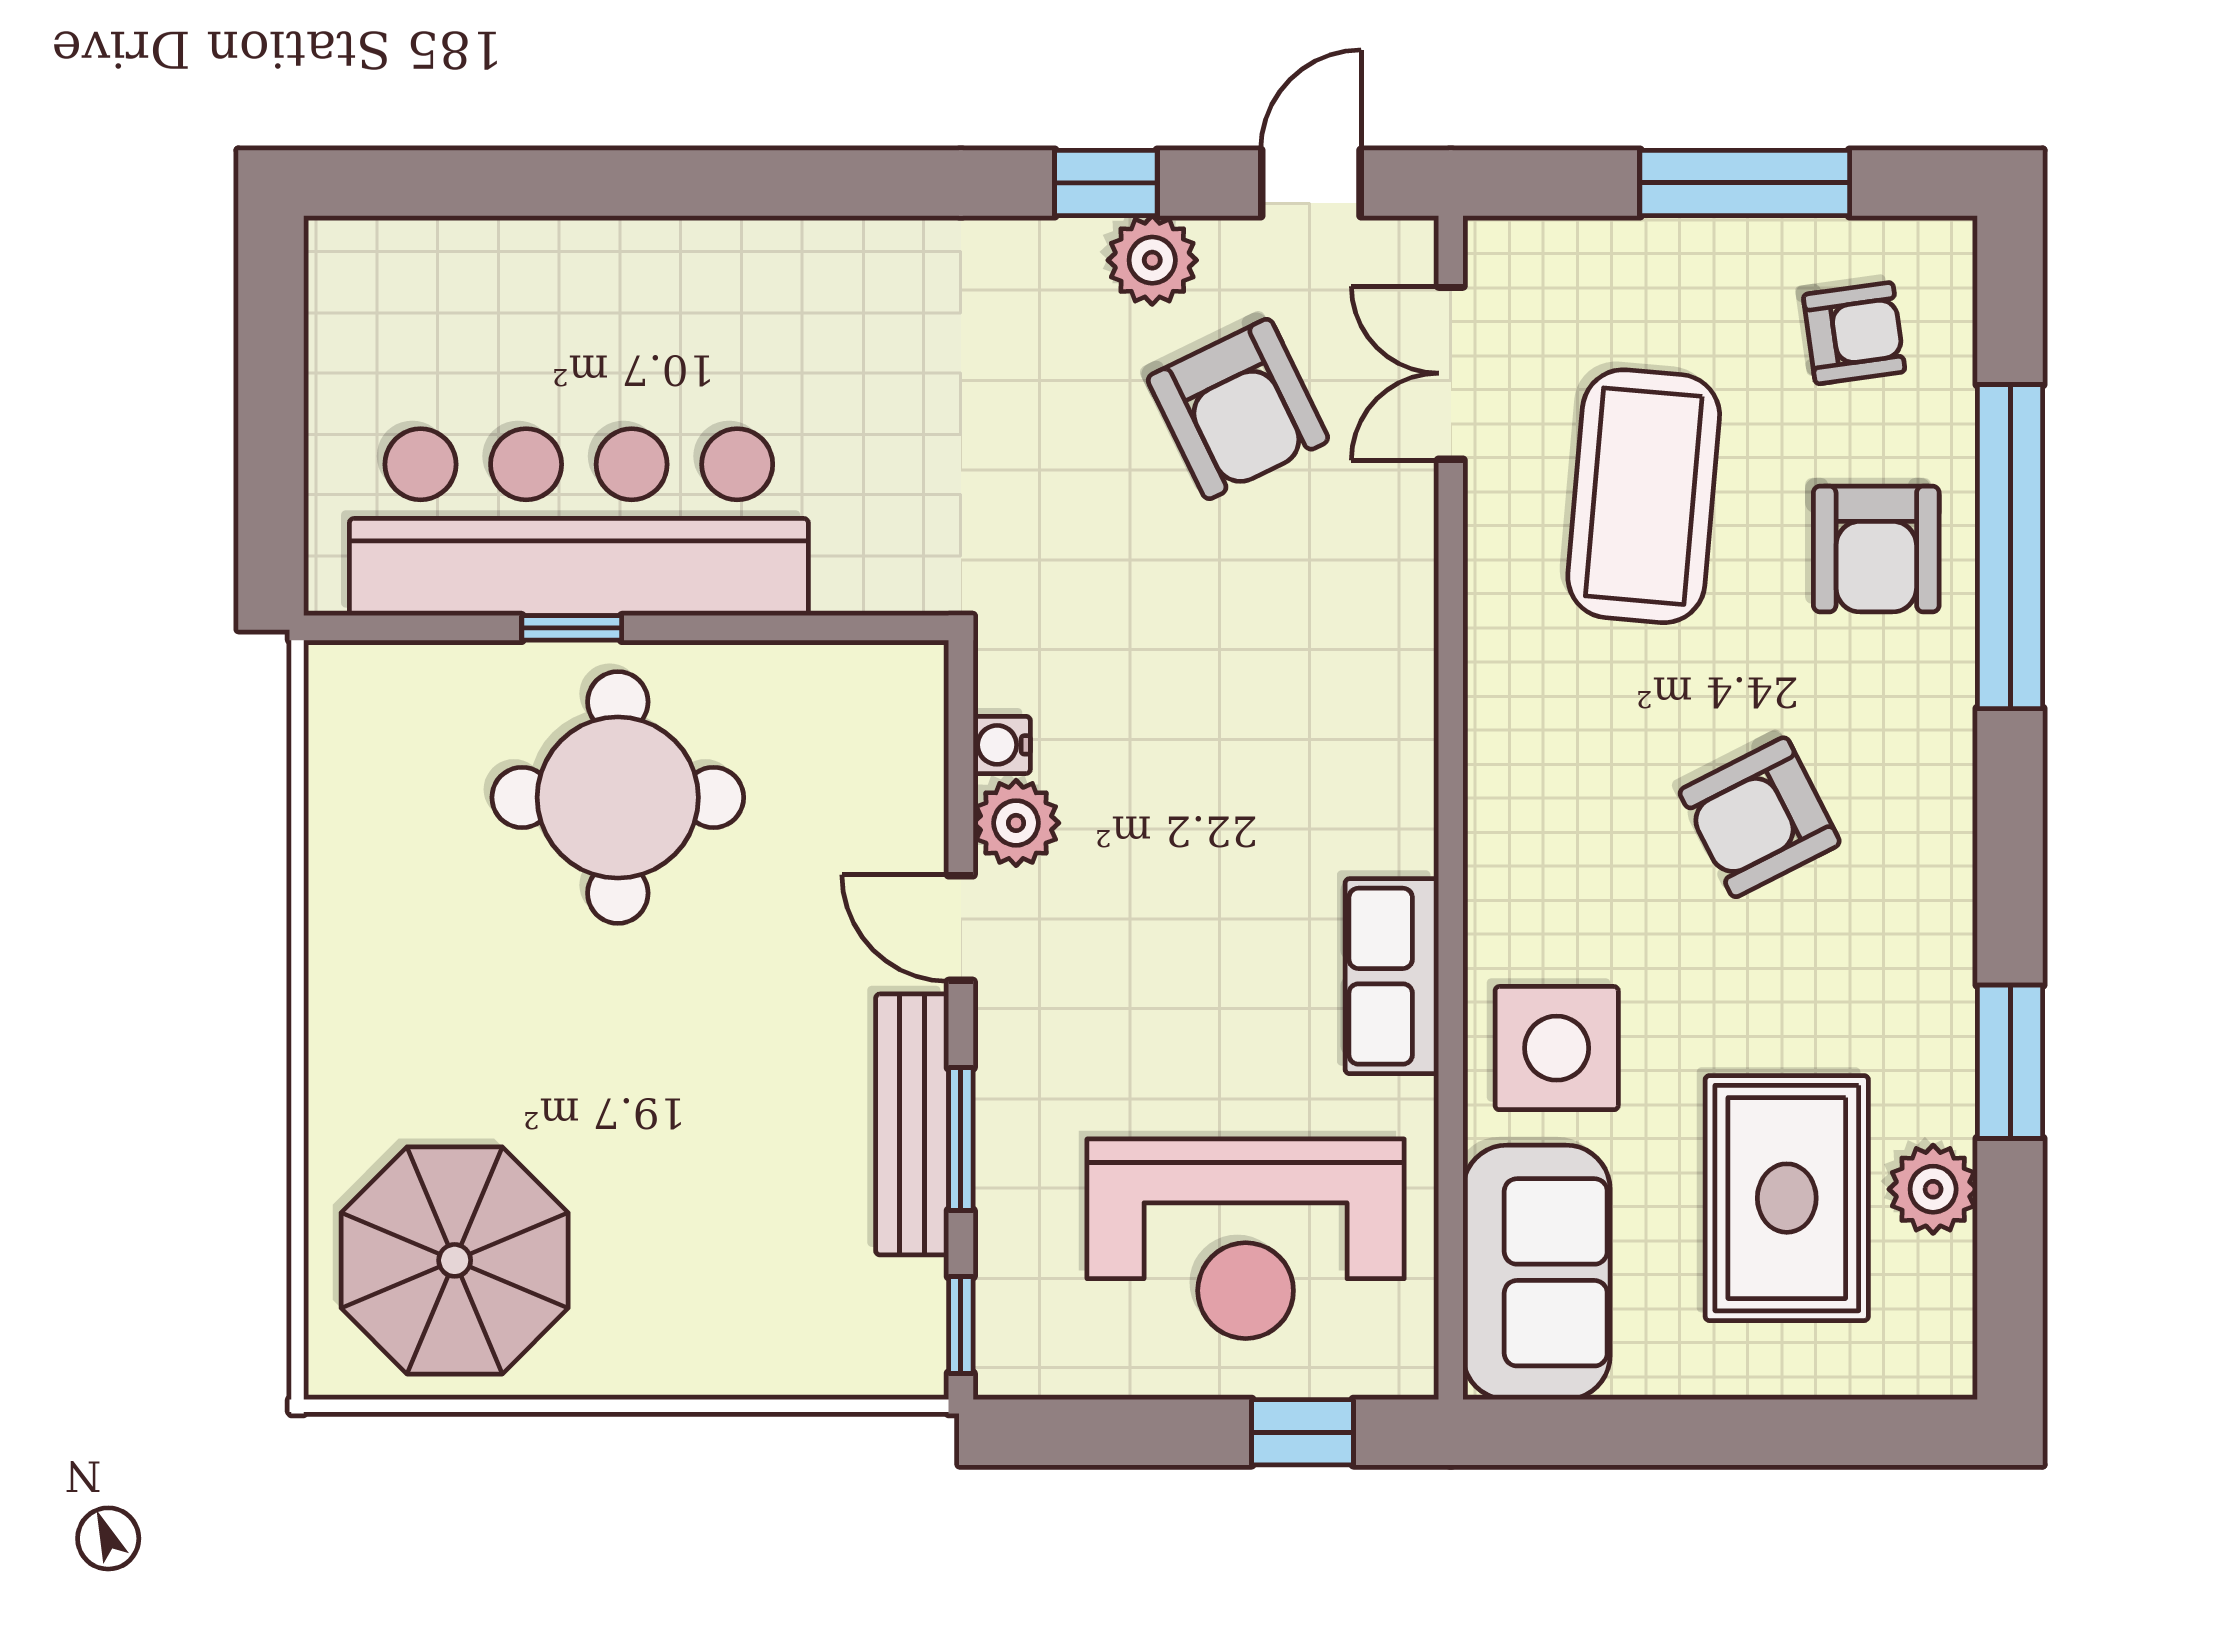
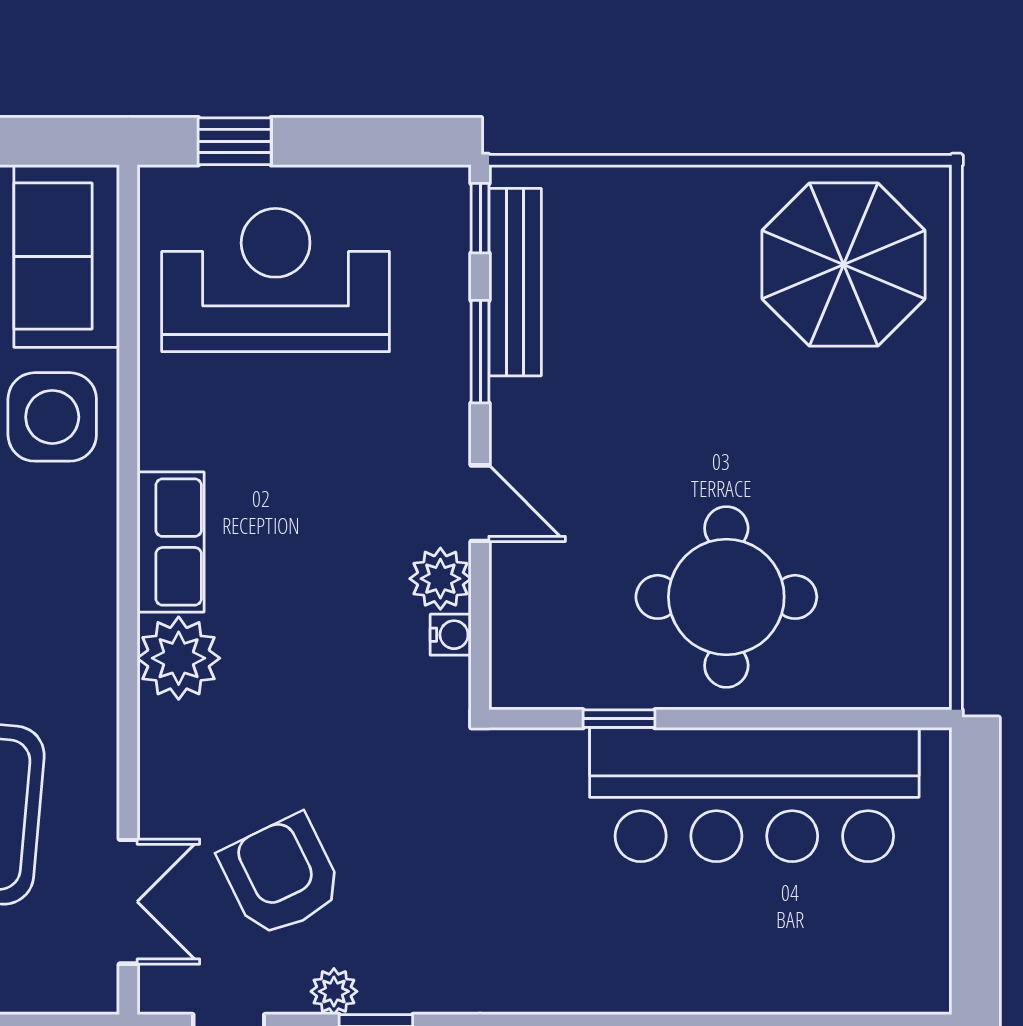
plant: (1152, 260) -> (334, 991), width x0.73, depth x0.73
window: (572, 628) -> (619, 719), moved
plant: (1381, 712) -> (179, 658), added
row of seats: (1392, 976) -> (171, 542), moved
bench: (912, 1124) -> (515, 282), moved

